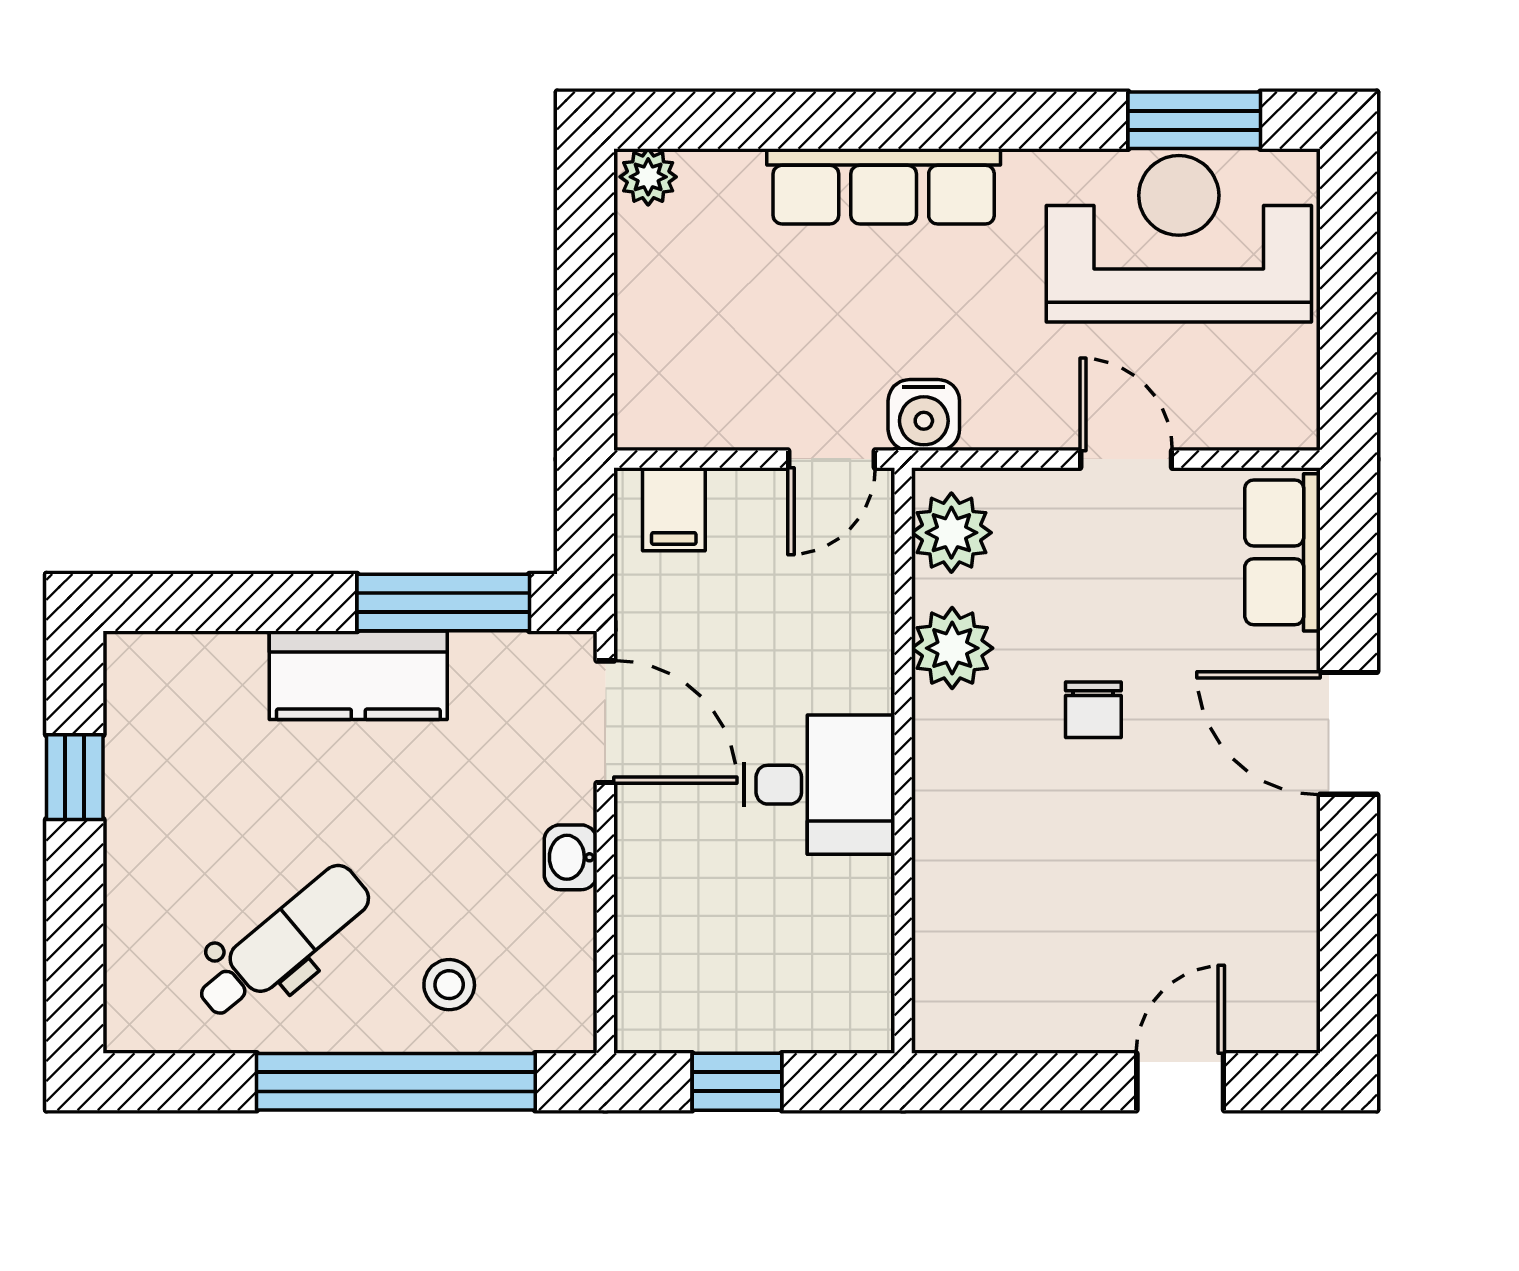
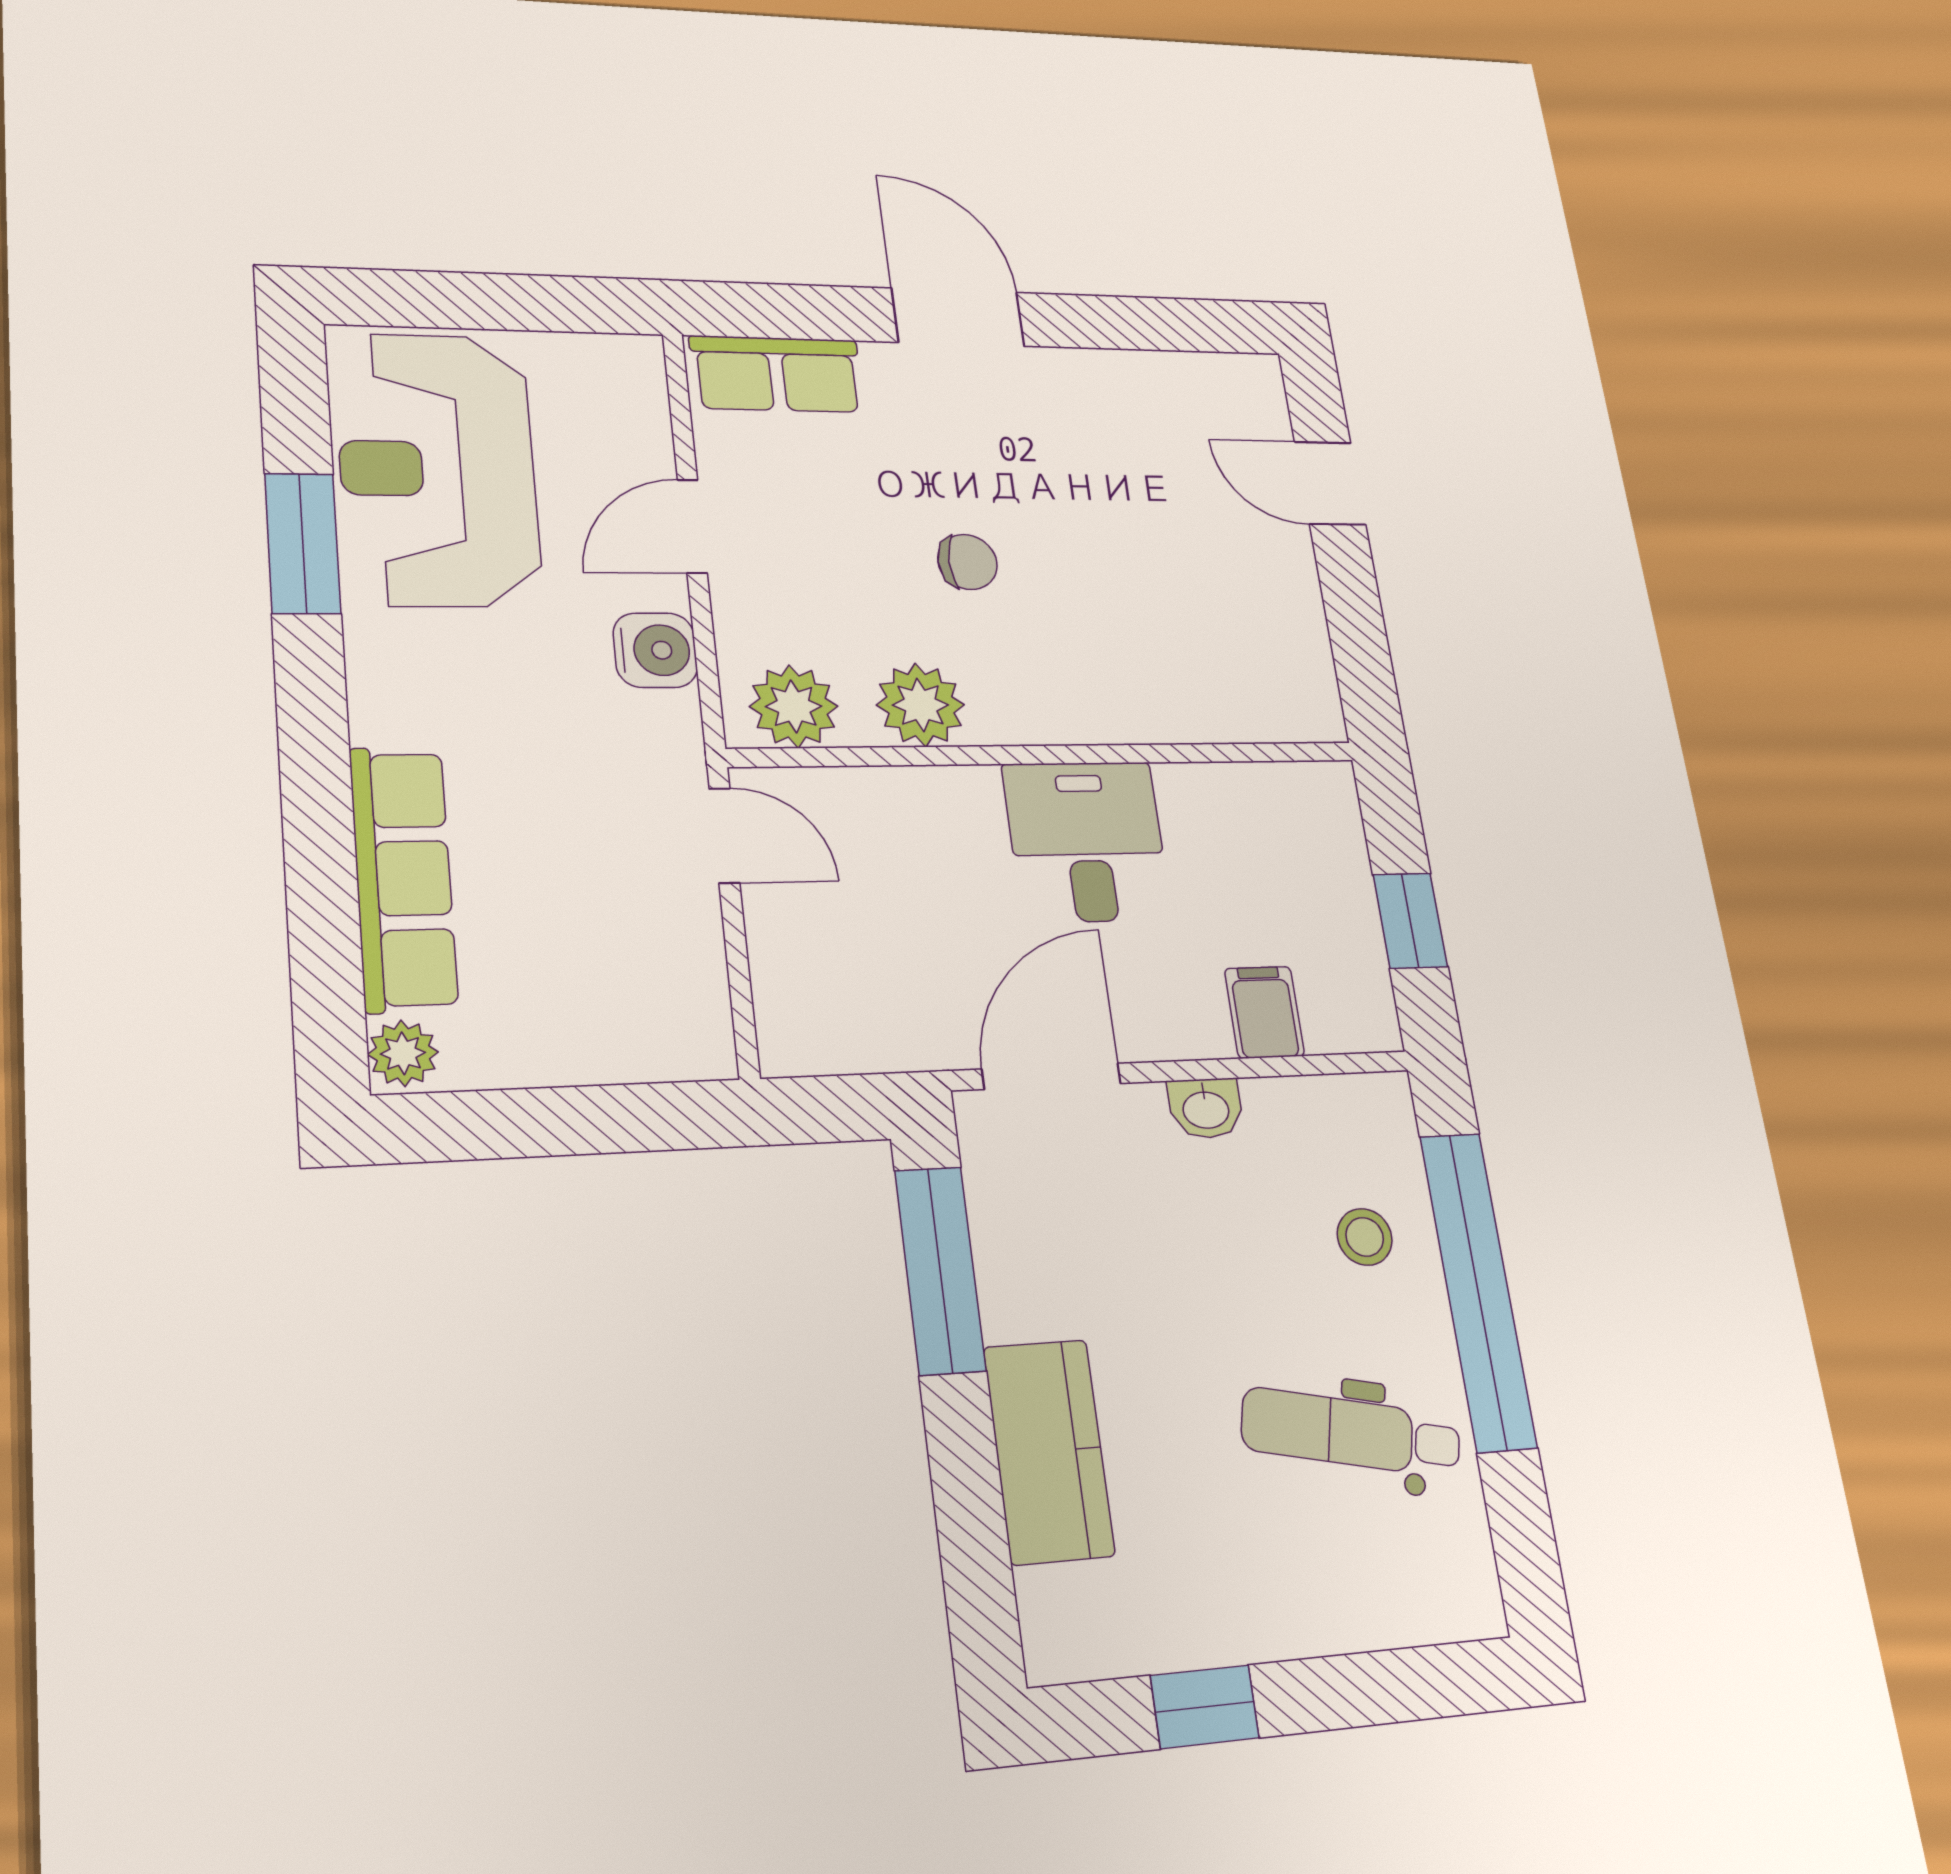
window: (1194, 120) -> (303, 543), moved
row of seats: (884, 186) -> (403, 878), moved
water cooler: (924, 415) -> (655, 650), moved
filing cabinet: (674, 509) -> (1264, 1012), moved, turned -90
kitchen counter: (358, 675) -> (1049, 1451), moved
door: (1349, 733) -> (958, 317), swing flipped
dental chair: (283, 942) -> (1351, 1433), turned -38

